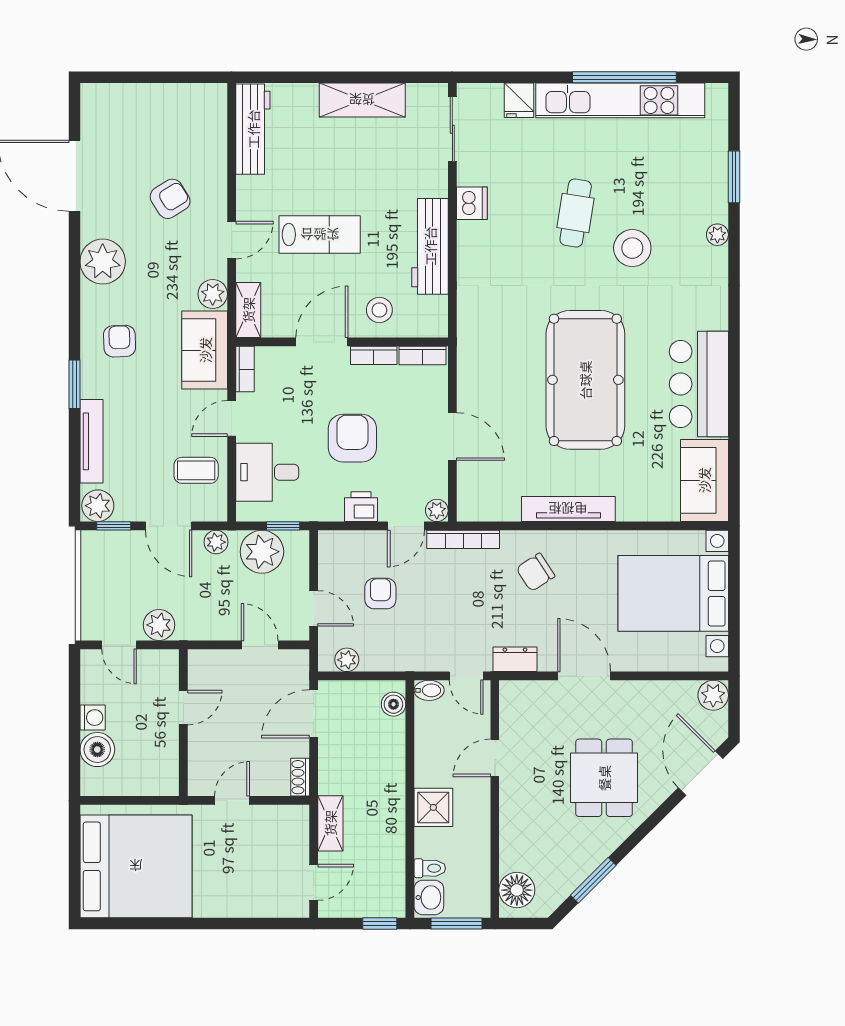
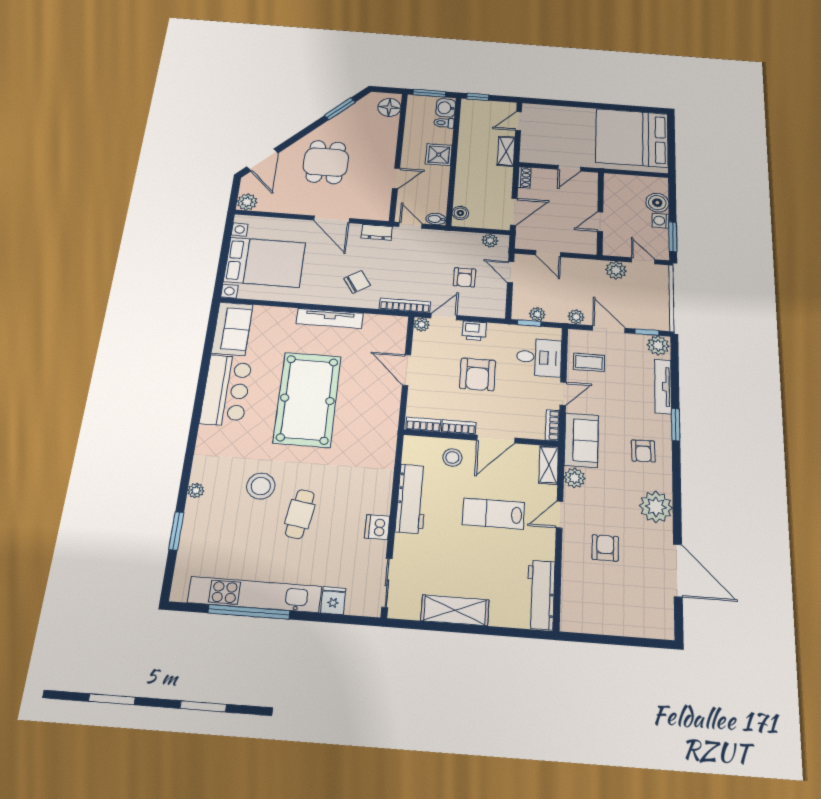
armchair: (170, 199) -> (605, 548), turned 122
plant: (262, 552) -> (537, 314), width x0.53, depth x0.53
window: (74, 691) -> (673, 237), added

